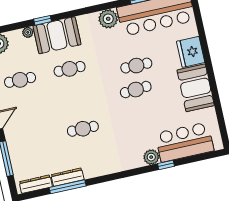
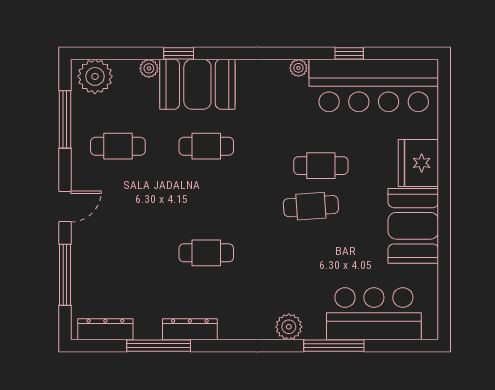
plant: (108, 19) -> (298, 68), width x0.53, depth x0.53
plant: (151, 157) -> (289, 327), moved
window: (166, 165) -> (334, 346), width x2.17
dresser: (68, 177) -> (190, 329), moved

